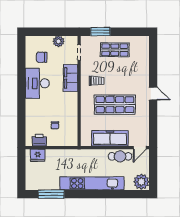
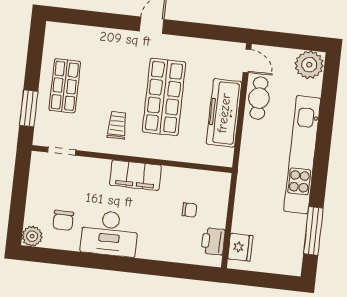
plant: (59, 41) -> (32, 236), moved
filing cabinet: (71, 78) -> (135, 175), moved

